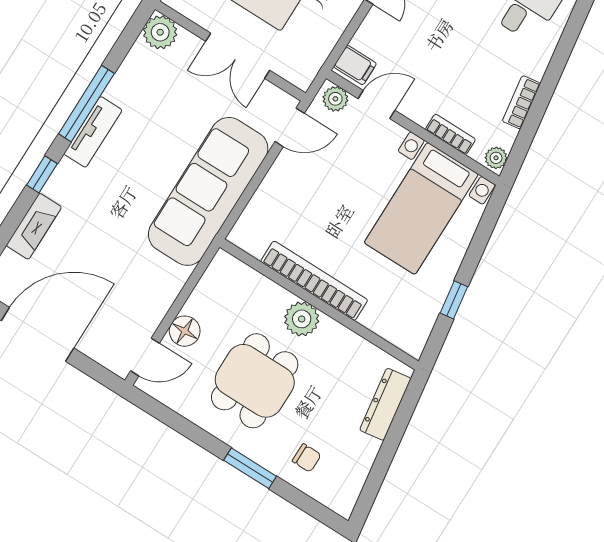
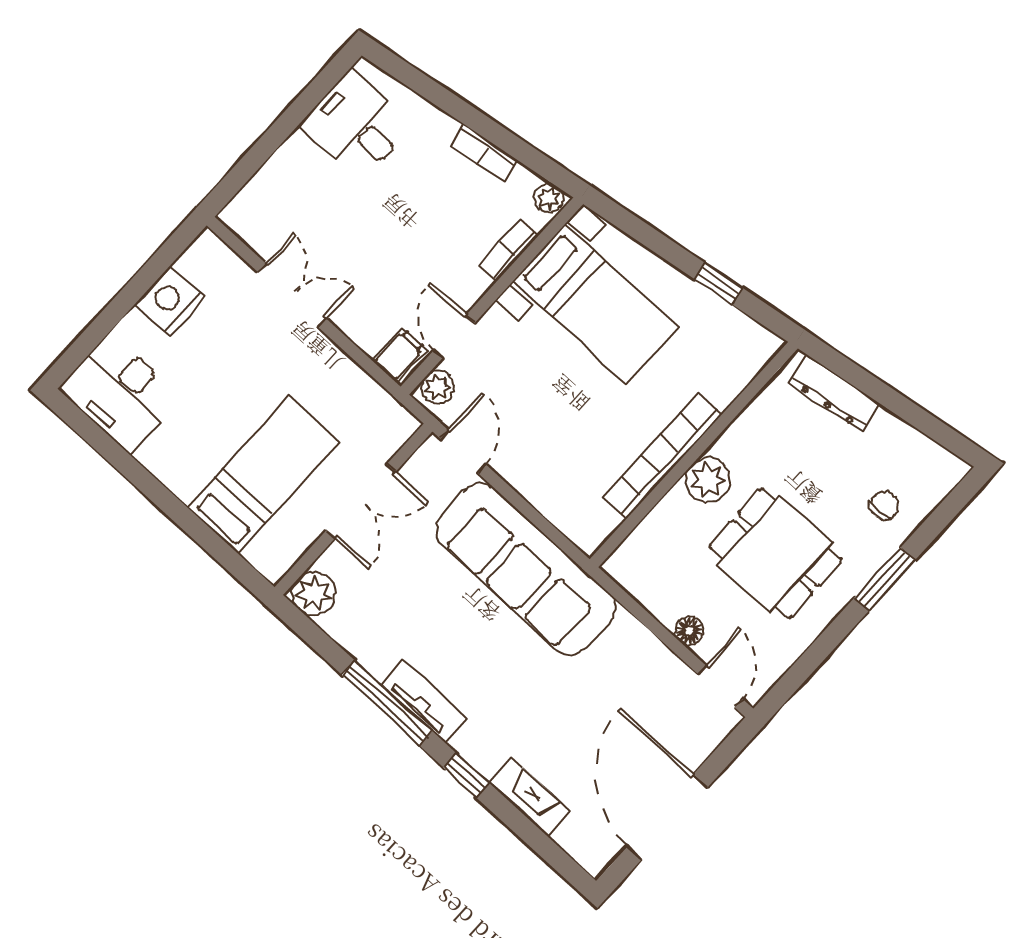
floor lamp: (185, 331) -> (689, 631), width x0.73, depth x0.73

